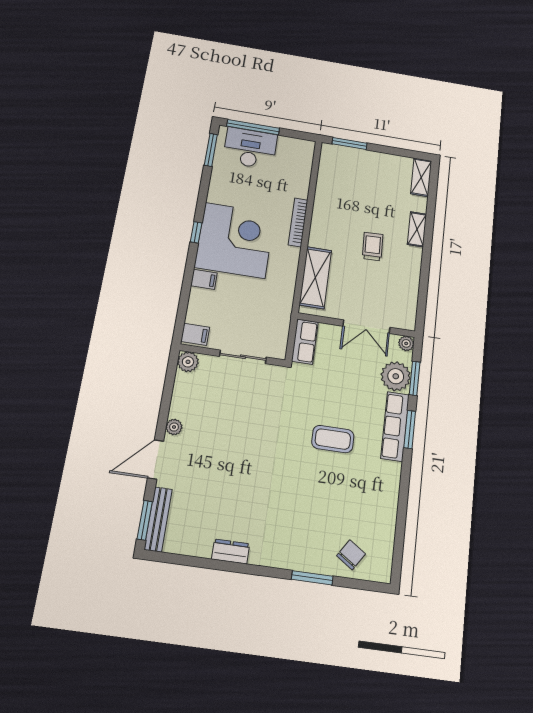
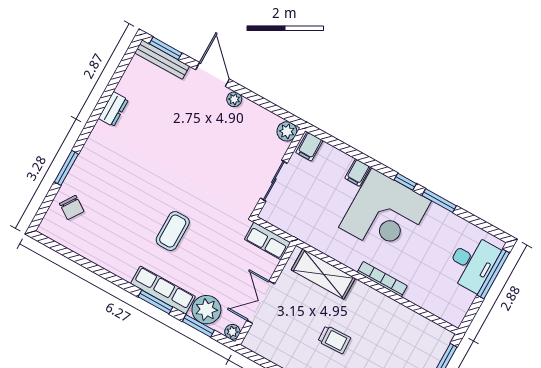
window: (211, 150) -> (439, 201), moved

